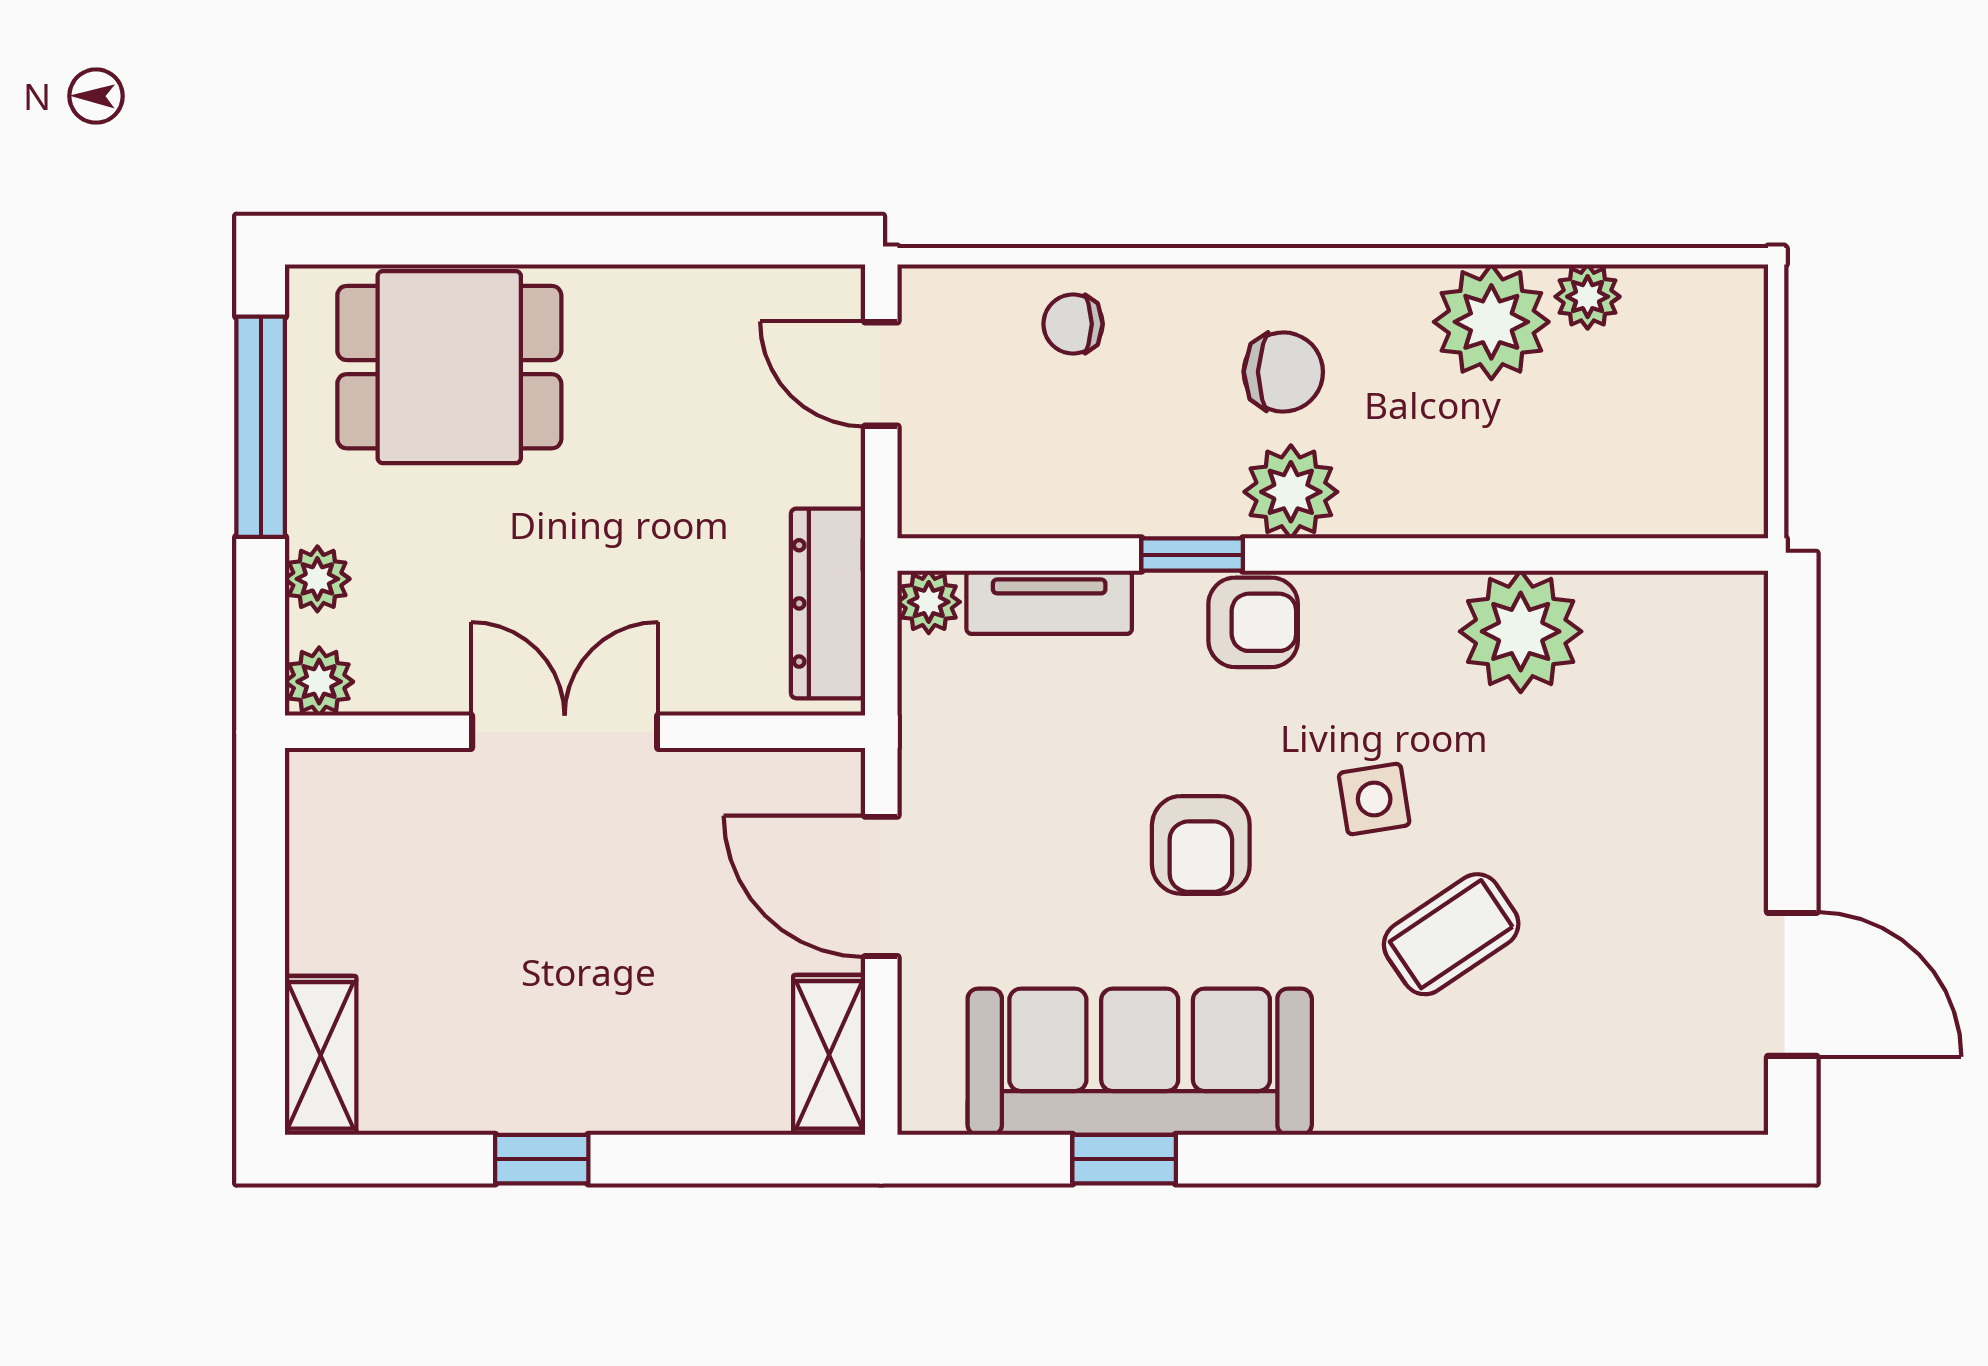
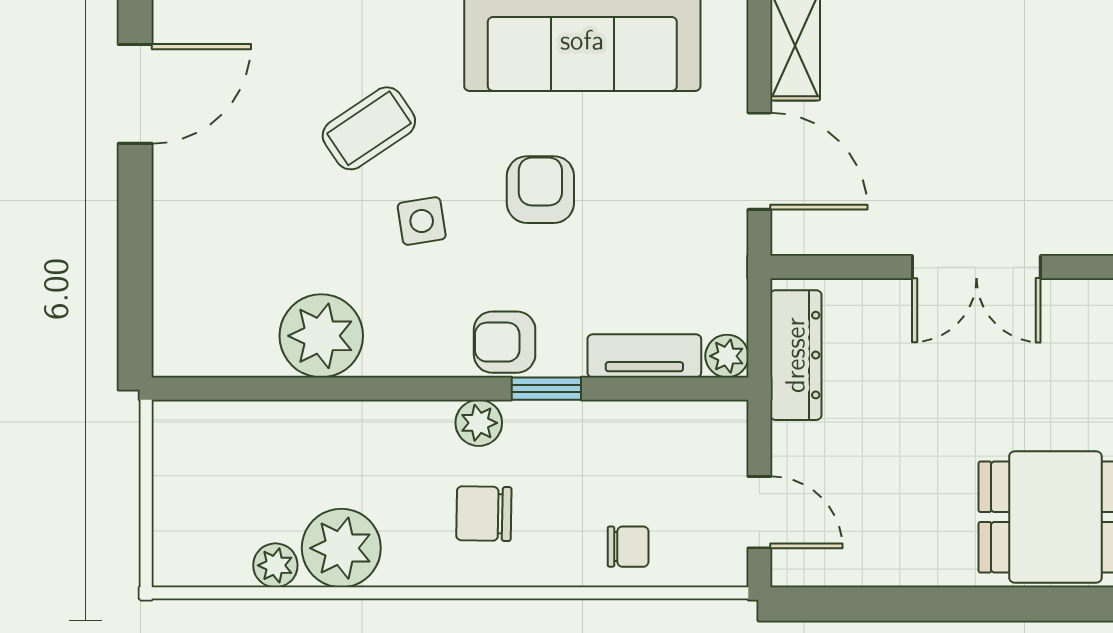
plant: (1291, 492) -> (479, 423), width x0.73, depth x0.73
door: (1792, 984) -> (135, 94), swing flipped

